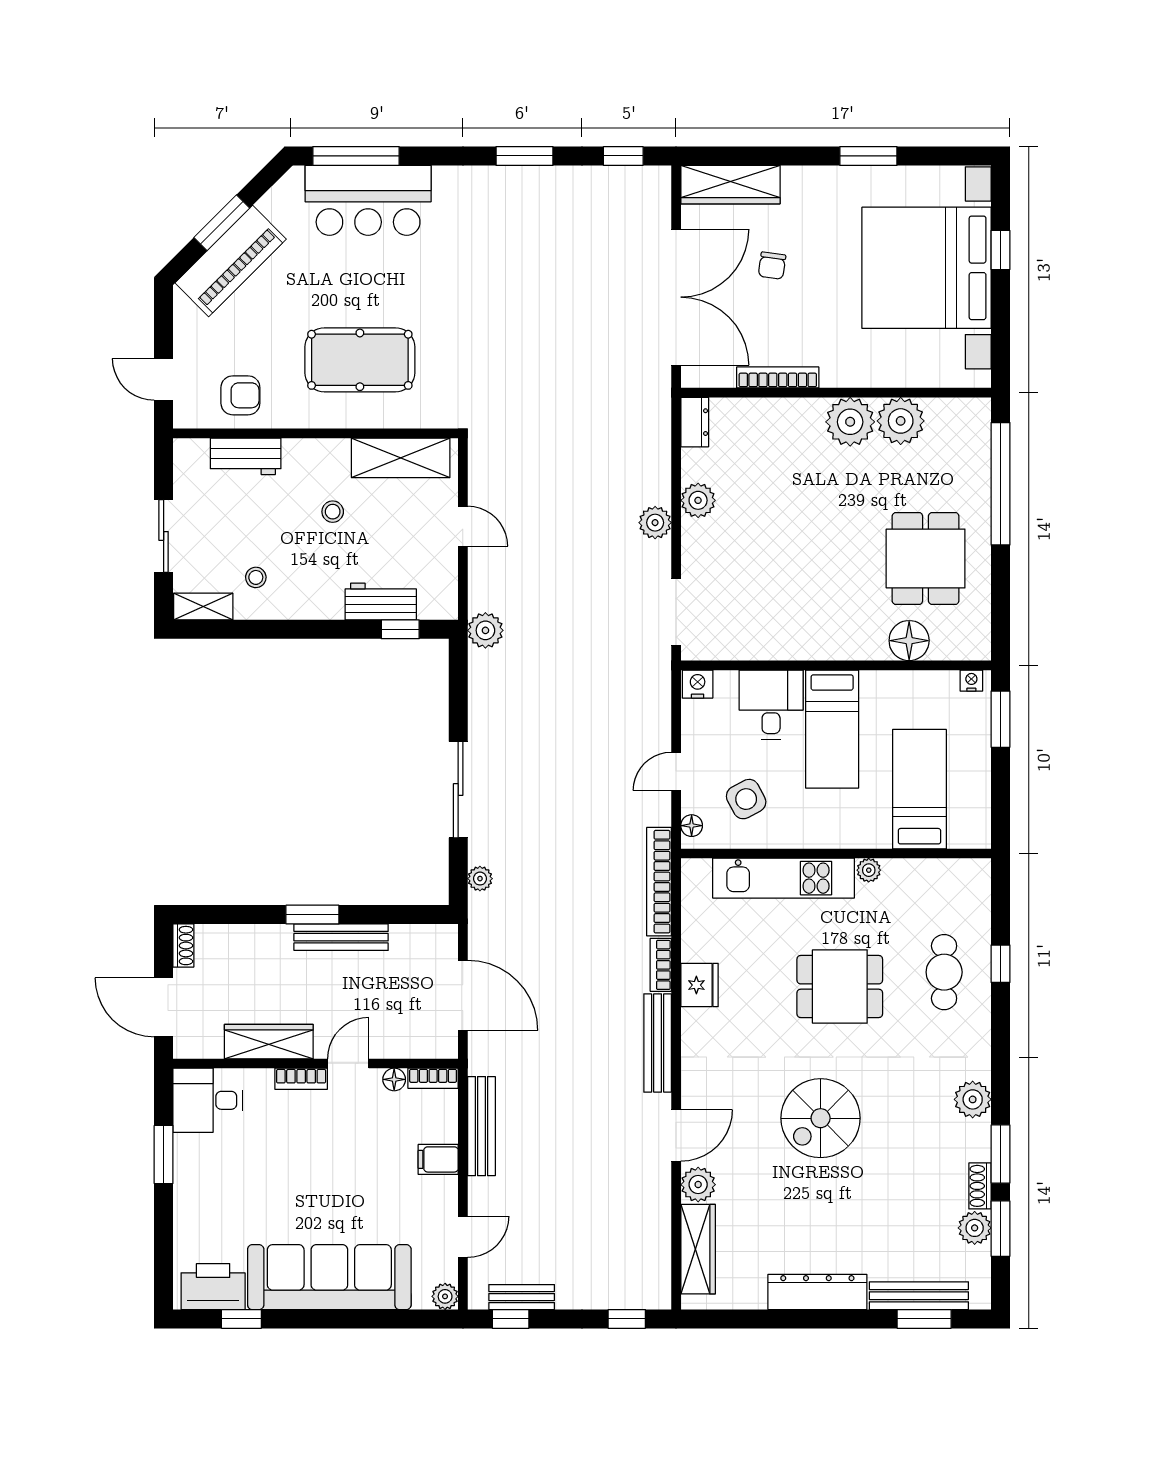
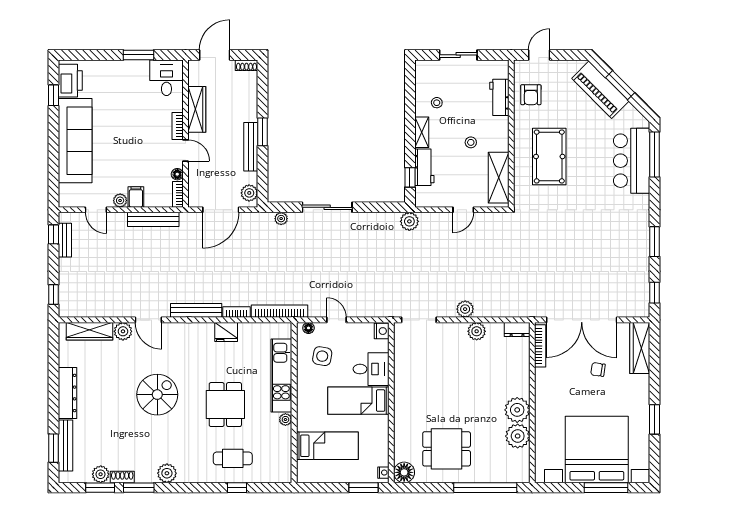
window: (1001, 250) -> (606, 488), width x2.17
bookcase: (778, 377) -> (540, 346), moved
shelving: (203, 607) -> (422, 132), moved
floor lamp: (909, 641) -> (404, 472), moved
side table: (746, 799) -> (322, 356), turned 38
plant: (430, 940) -> (249, 193), added
spiral stairs: (821, 1118) -> (157, 395), turned 90
plant: (445, 1296) -> (120, 200), moved

